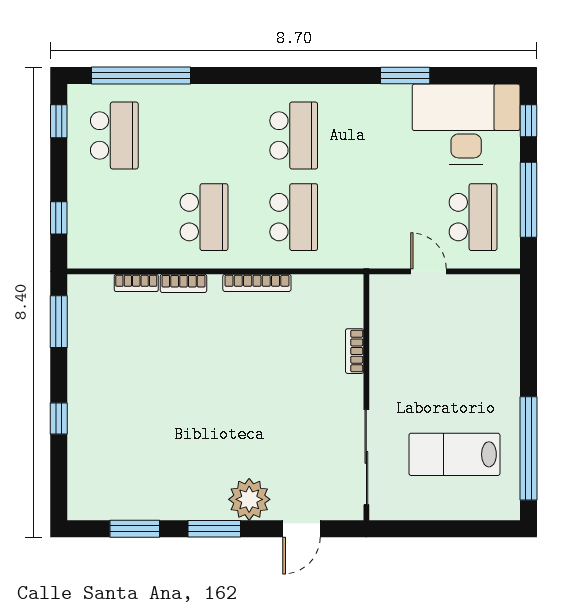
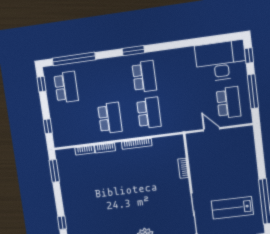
window: (405, 76) -> (133, 51), moved
window: (59, 418) -> (62, 223), moved

